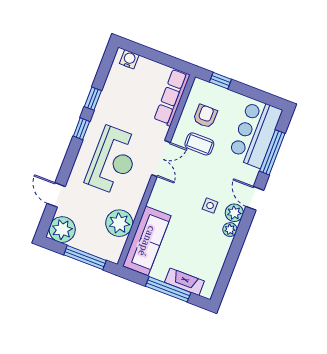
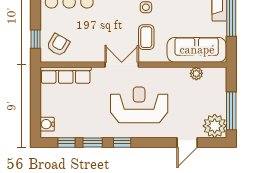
window: (103, 72) -> (66, 142), added
armchair: (205, 116) -> (58, 45), moved, turned 120
coffee table: (199, 144) -> (146, 37), moved
plant: (119, 223) -> (196, 73), width x0.53, depth x0.53
window: (85, 258) -> (231, 111), moved

